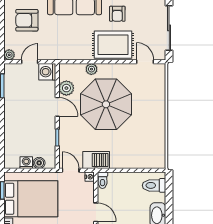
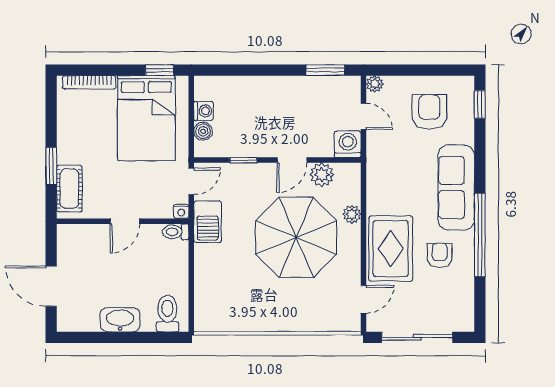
armchair: (117, 14) -> (440, 255), turned 90

